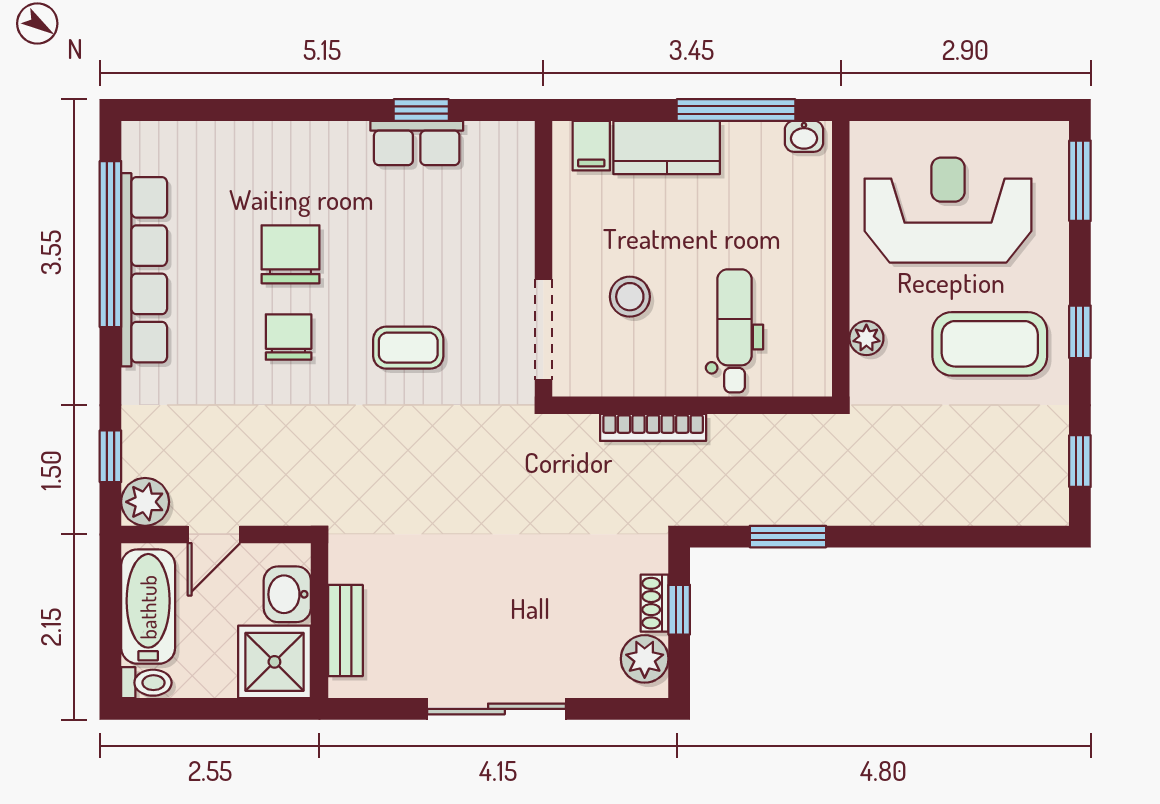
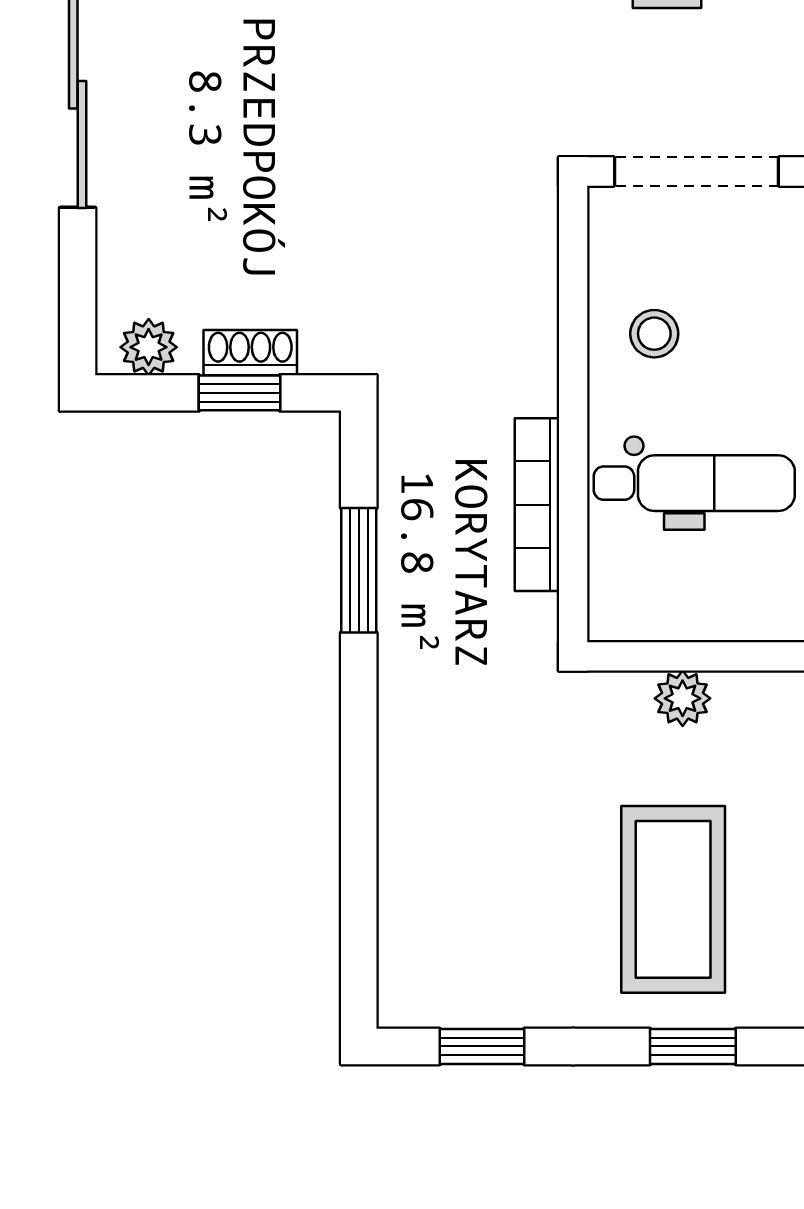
stool: (630, 297) -> (654, 334), moved, width x0.73, depth x0.73
bookcase: (653, 427) -> (537, 505), moved
plant: (645, 659) -> (149, 347), width x0.73, depth x0.73

